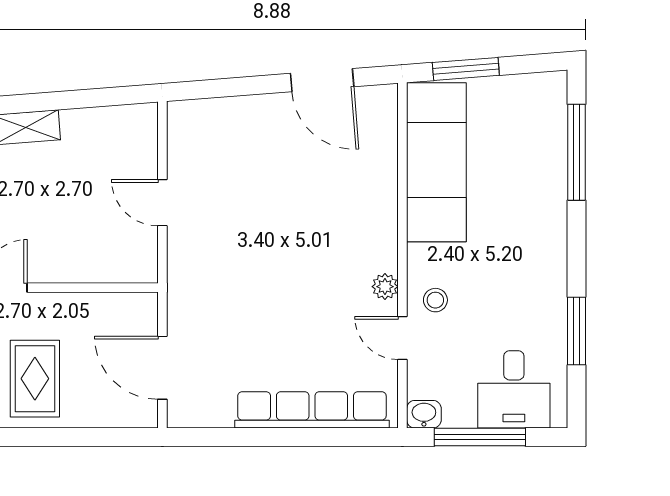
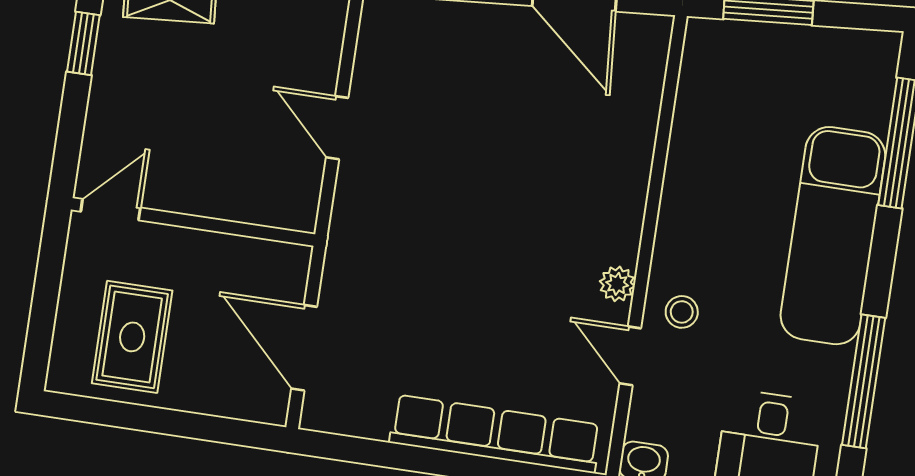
exam couch: (436, 162) -> (833, 236), moved, turned 180
window: (577, 331) -> (864, 381), width x1.44

